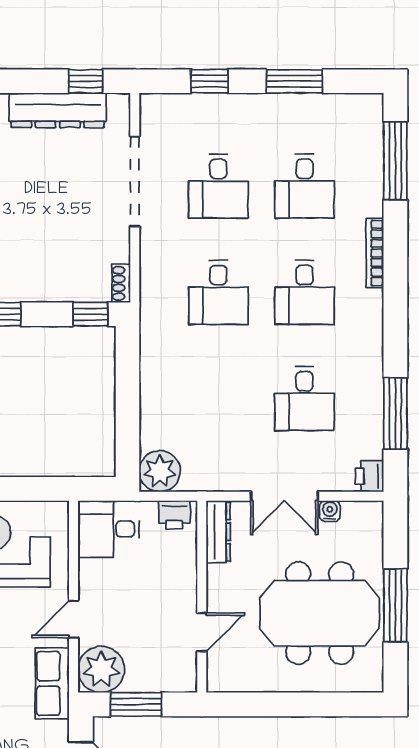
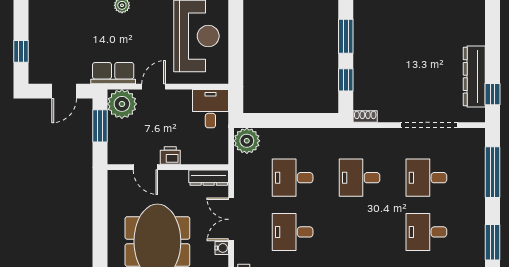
window: (209, 81) -> (492, 172), width x2.17
window: (294, 81) -> (492, 242), moved
desk: (305, 292) -> (293, 178), moved
window: (90, 314) -> (346, 80), moved
printer: (174, 515) -> (170, 156), moved, turned 90
door: (74, 619) -> (154, 87), hinge flipped

